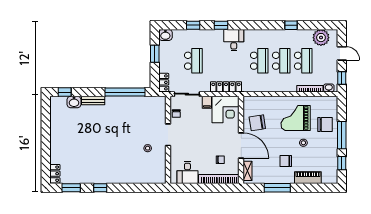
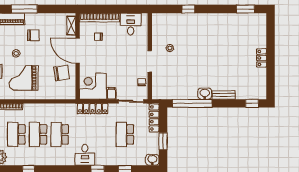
locker: (164, 82) -> (154, 118), width x1.53
washbasin: (74, 102) -> (205, 94), moved
grand piano: (296, 118) -> (24, 78), turned 180
locker: (55, 174) -> (262, 58), moved
window: (100, 188) -> (188, 9), moved
window: (277, 188) -> (24, 9), moved

